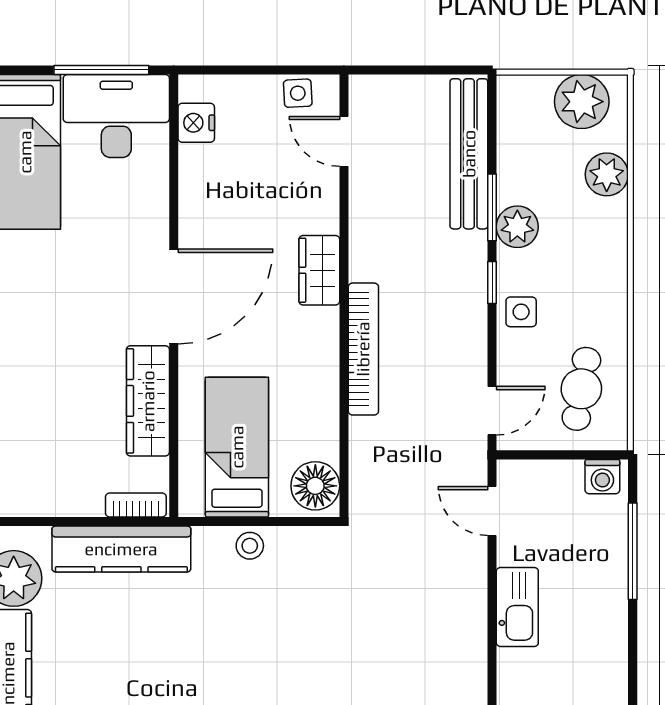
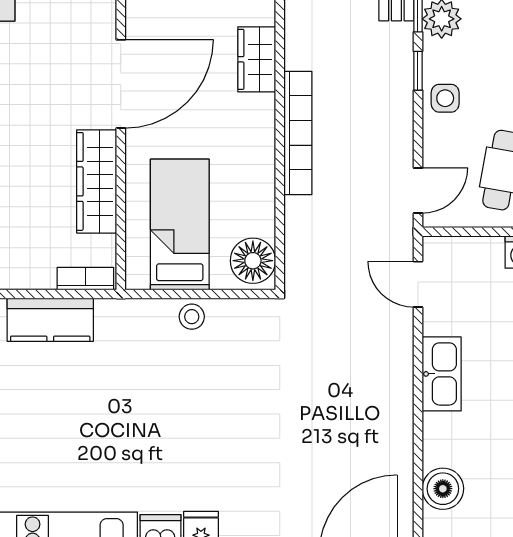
kitchen counter: (121, 549) -> (50, 320), width x0.67

